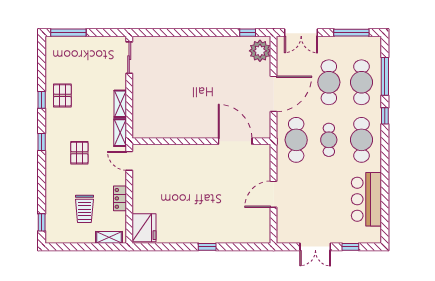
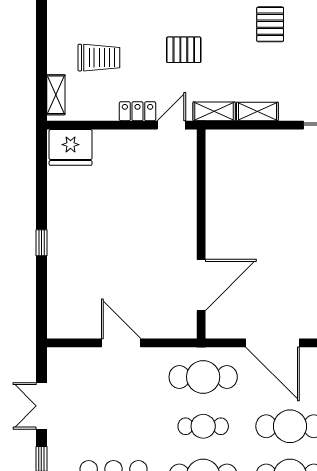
pallet: (62, 95) -> (270, 24), turned 90
locker: (120, 198) -> (137, 111), moved
trolley: (84, 209) -> (99, 58), turned 180

